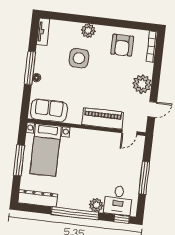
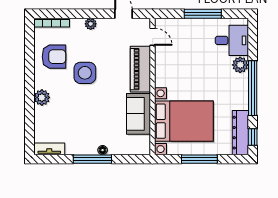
side table: (79, 58) -> (85, 73), moved
plant: (142, 84) -> (91, 24), width x0.53, depth x0.53
sofa: (49, 111) -> (139, 114), moved
bed with nightstands: (46, 150) -> (184, 121), width x1.36
window: (122, 219) -> (253, 137), moved

